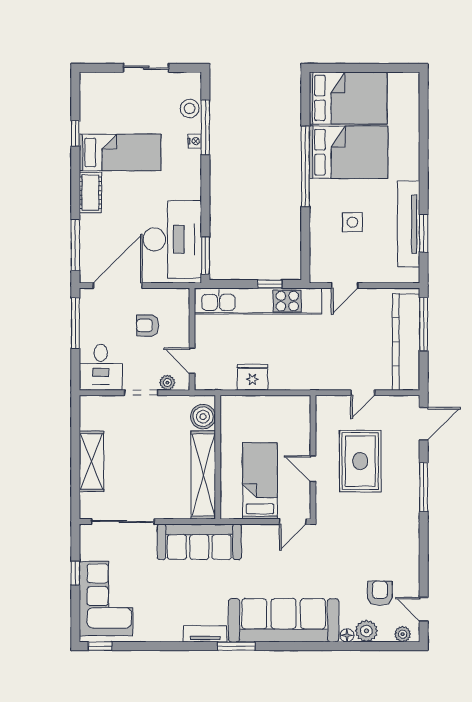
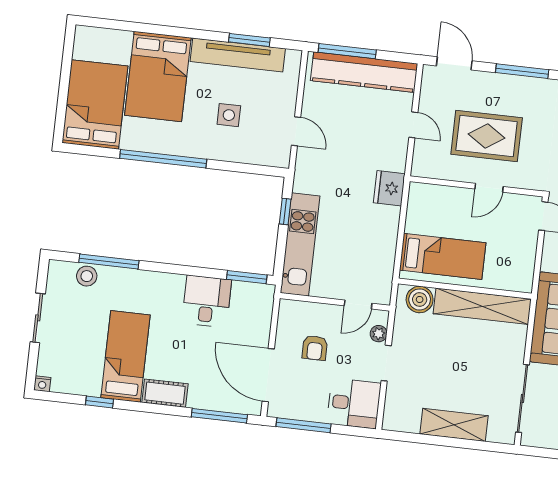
nightstand: (195, 141) -> (42, 384), moved, turned 180
bed: (349, 152) -> (158, 76), moved, turned 180
desk: (172, 239) -> (207, 301), width x0.53, depth x0.77
kitchen unit: (258, 301) -> (300, 244), width x0.73
fridge: (252, 377) -> (389, 188), moved
bed: (260, 481) -> (443, 256), moved, turned 180

